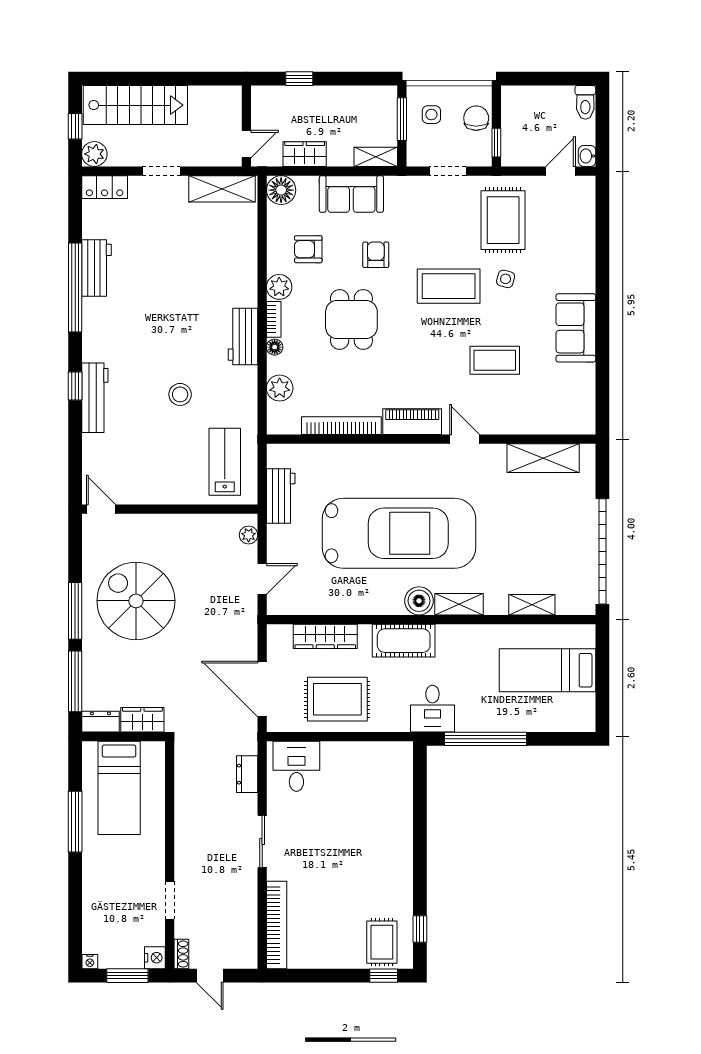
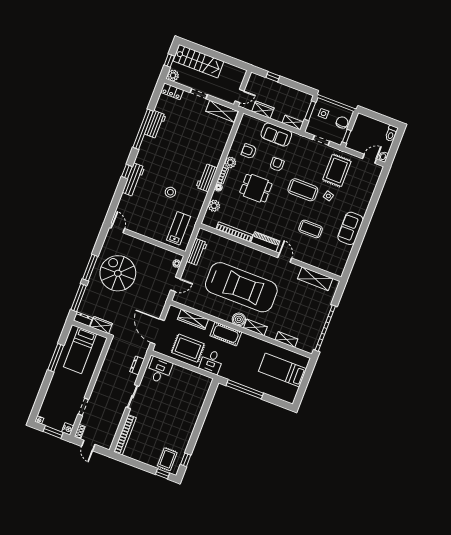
floor lamp: (281, 190) -> (247, 121), removed
dining table: (351, 320) -> (256, 188), turned 90
desk: (432, 709) -> (211, 362), moved

